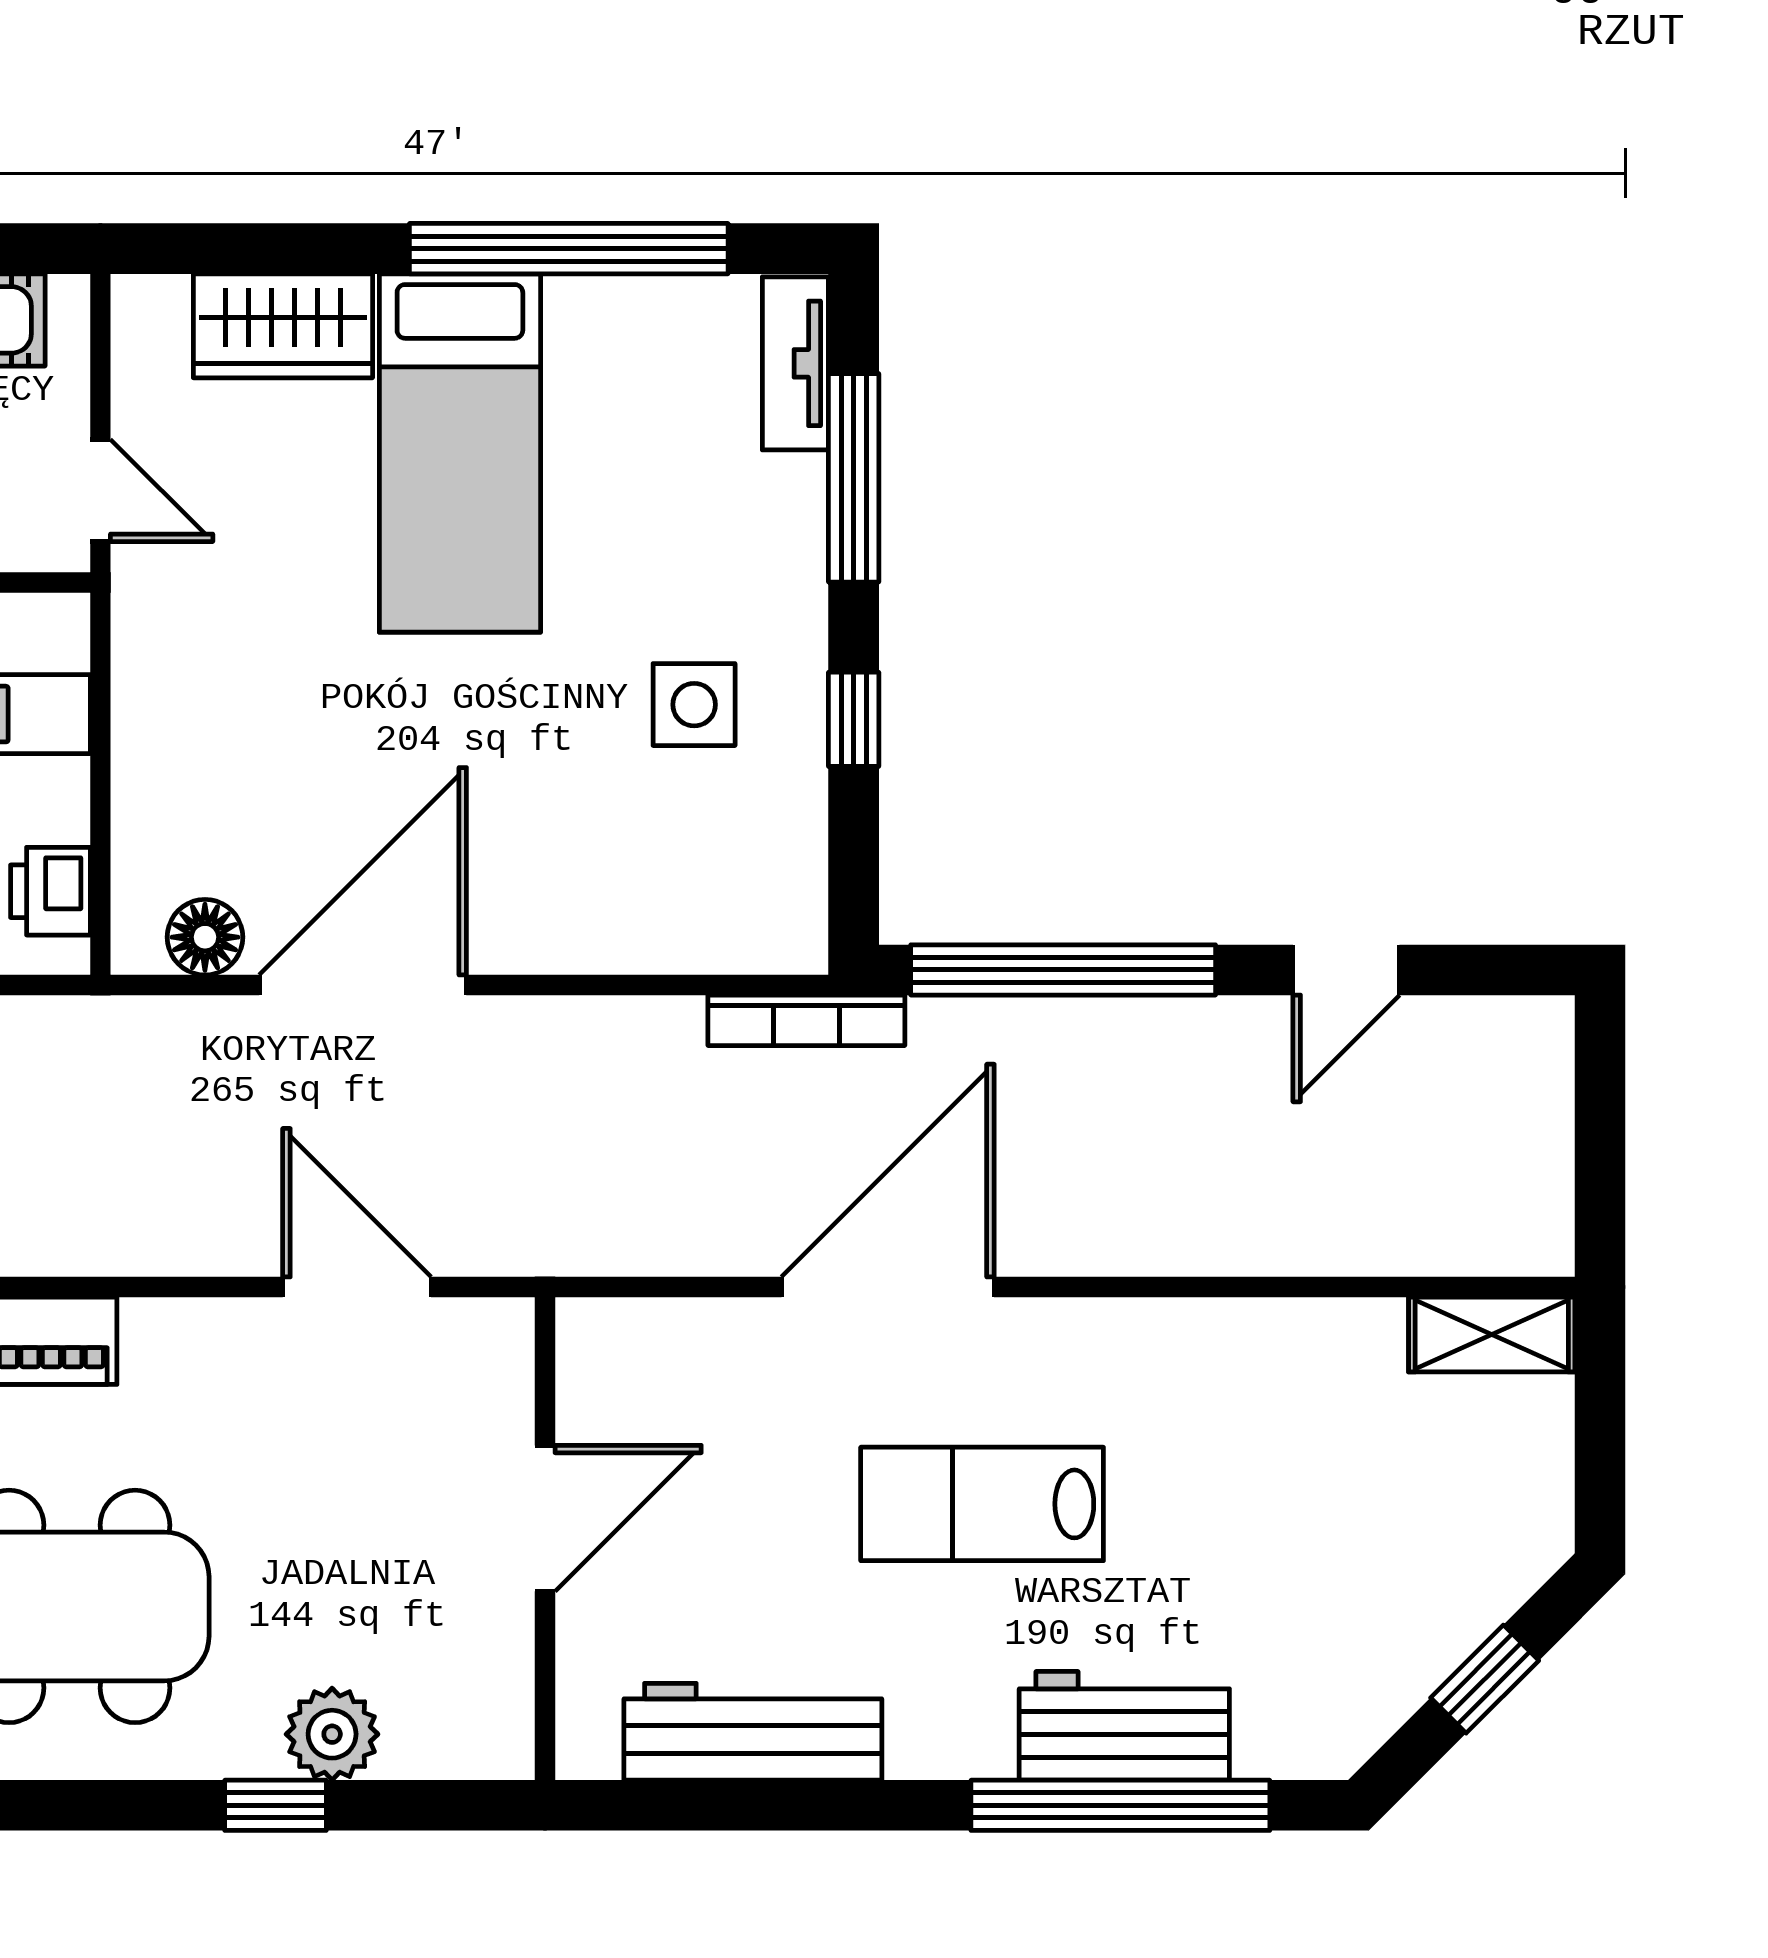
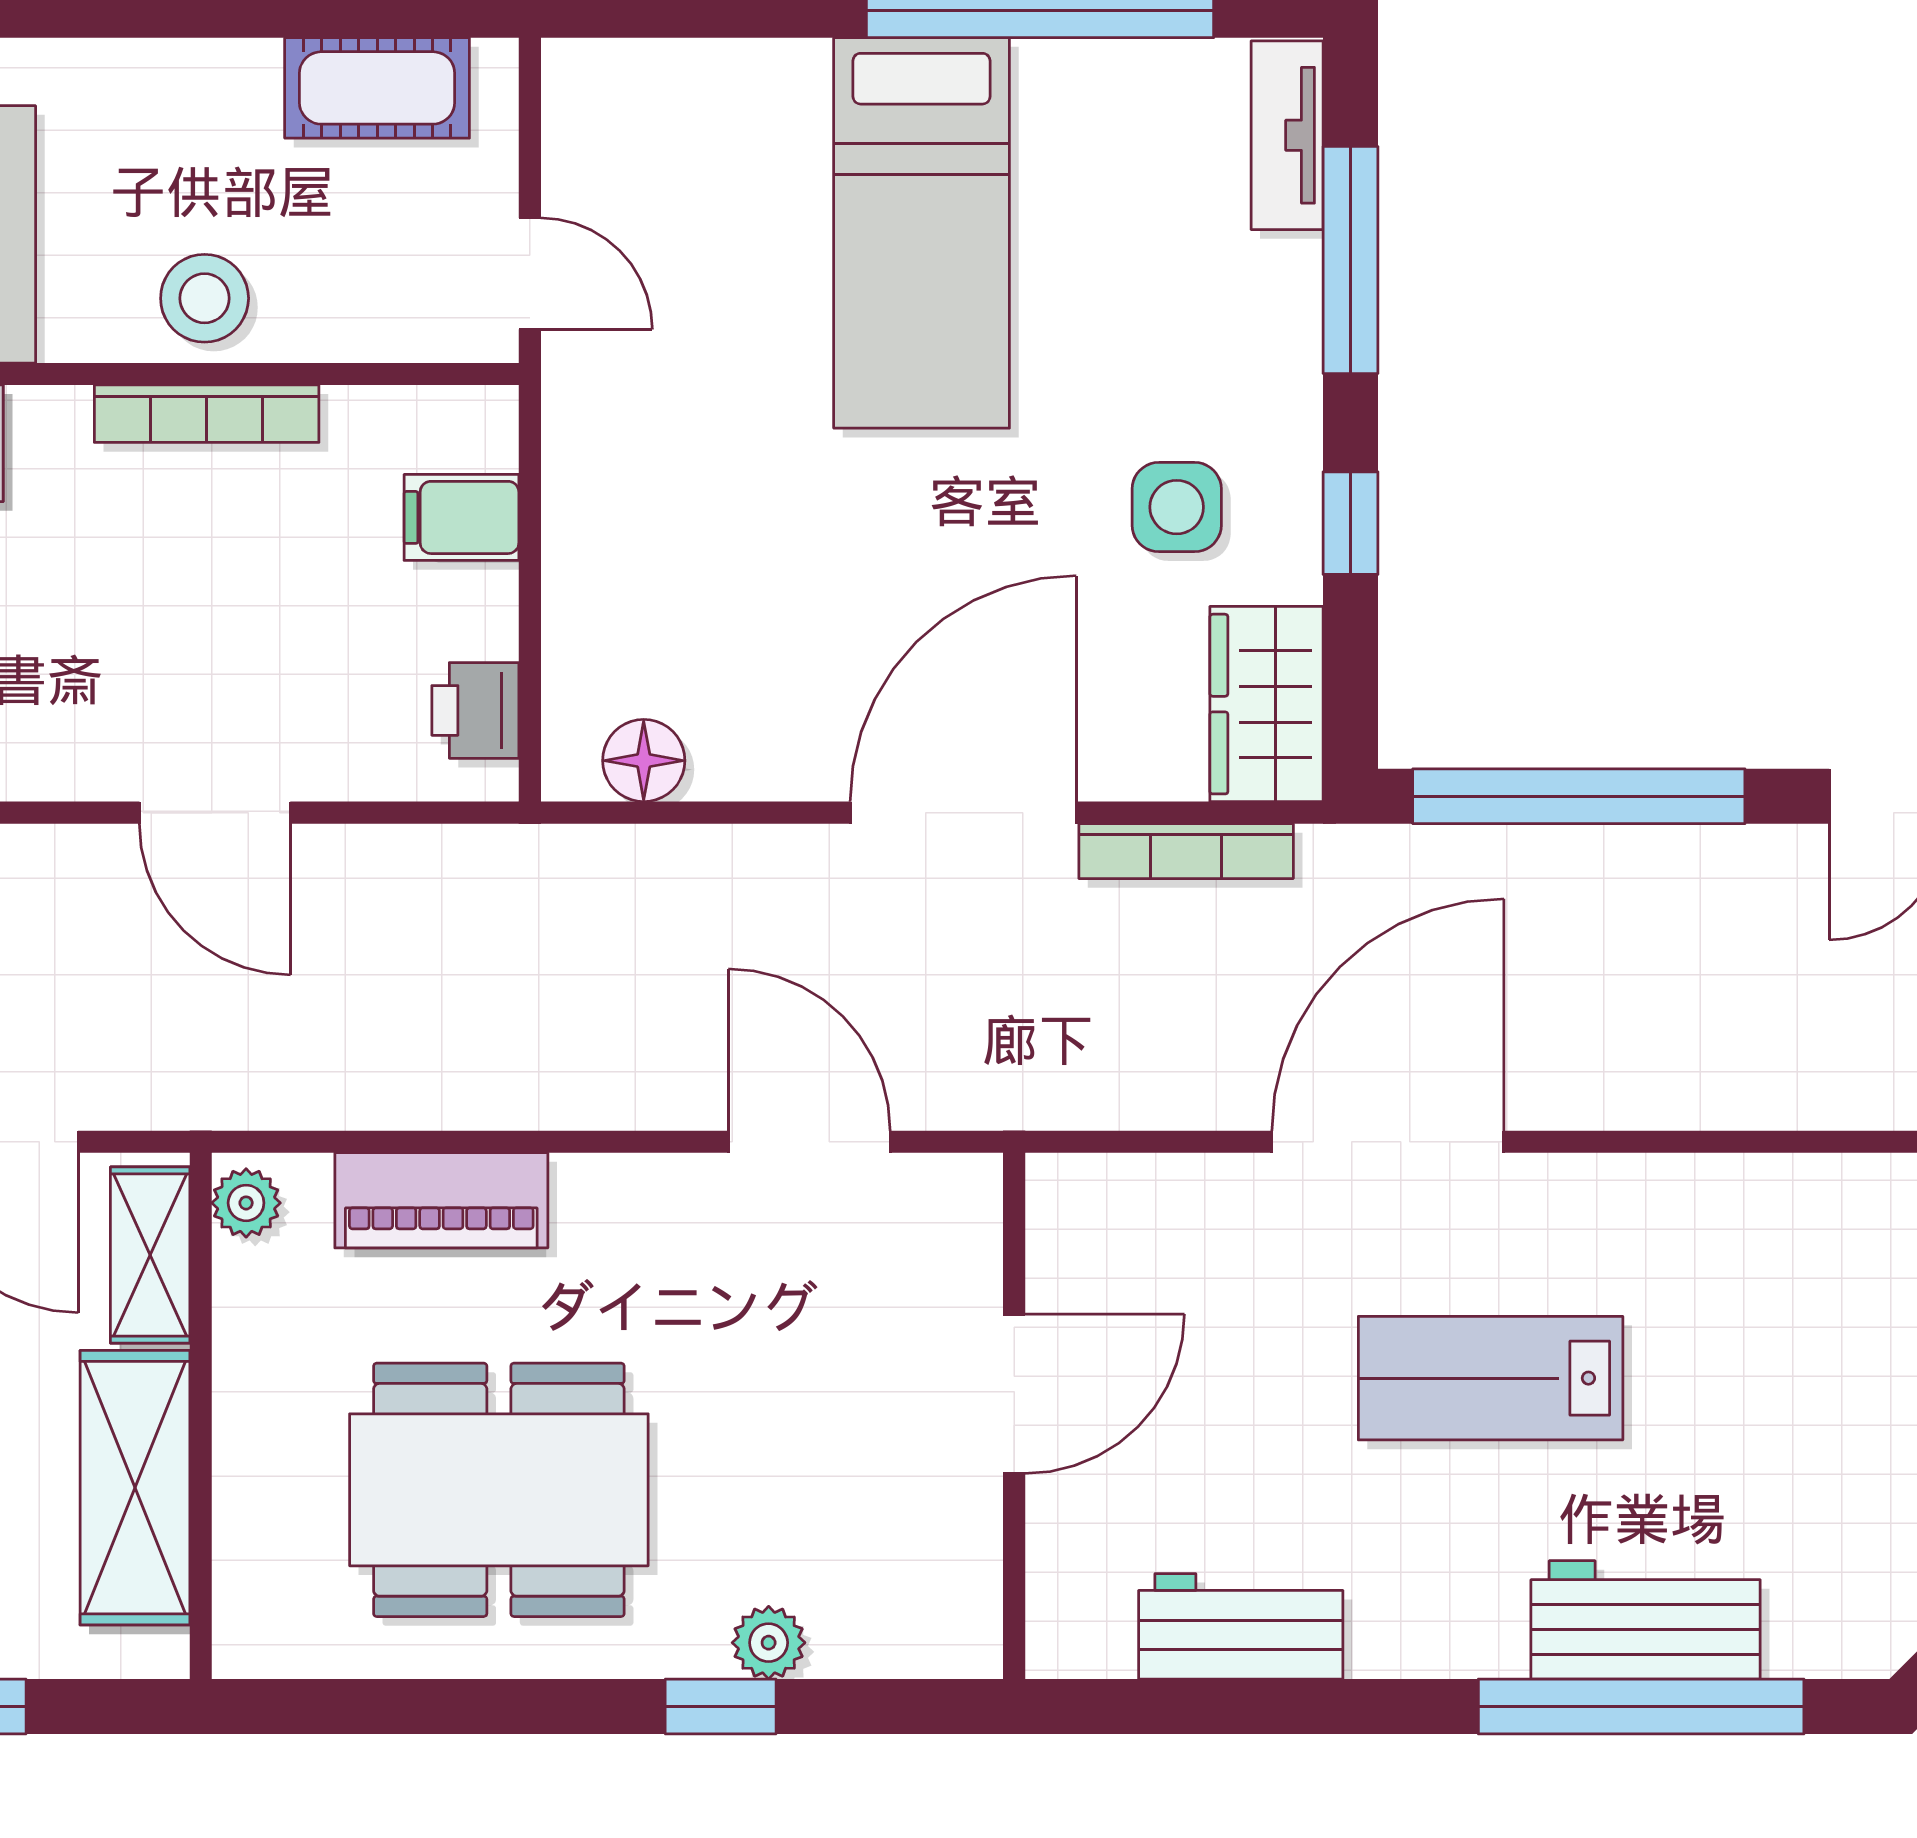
wardrobe: (283, 326) -> (1266, 704), moved, turned 90
door: (363, 985) -> (963, 813), moved
bookcase: (806, 1020) -> (1186, 851), moved
workbench: (753, 1732) -> (1241, 1626), width x0.73
plant: (332, 1734) -> (769, 1643), width x0.73, depth x0.73

